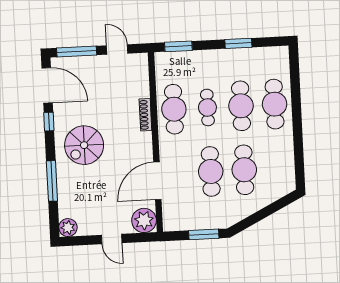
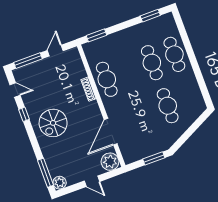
window: (238, 43) -> (150, 16), moved
door: (117, 49) -> (55, 51), hinge flipped
door: (47, 85) -> (15, 90), width x0.53
cafe table: (207, 107) -> (129, 71), removed
cafe table: (211, 171) -> (145, 114), removed
window: (52, 181) -> (46, 173), moved

